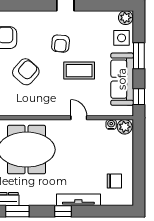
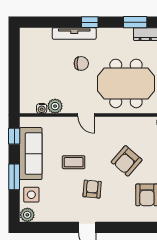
coffee table: (79, 71) -> (74, 162), width x0.73, depth x0.77
door: (79, 118) -> (86, 115), moved
plant: (125, 127) -> (55, 106), moved
chair: (114, 181) -> (81, 63), moved, turned 180

